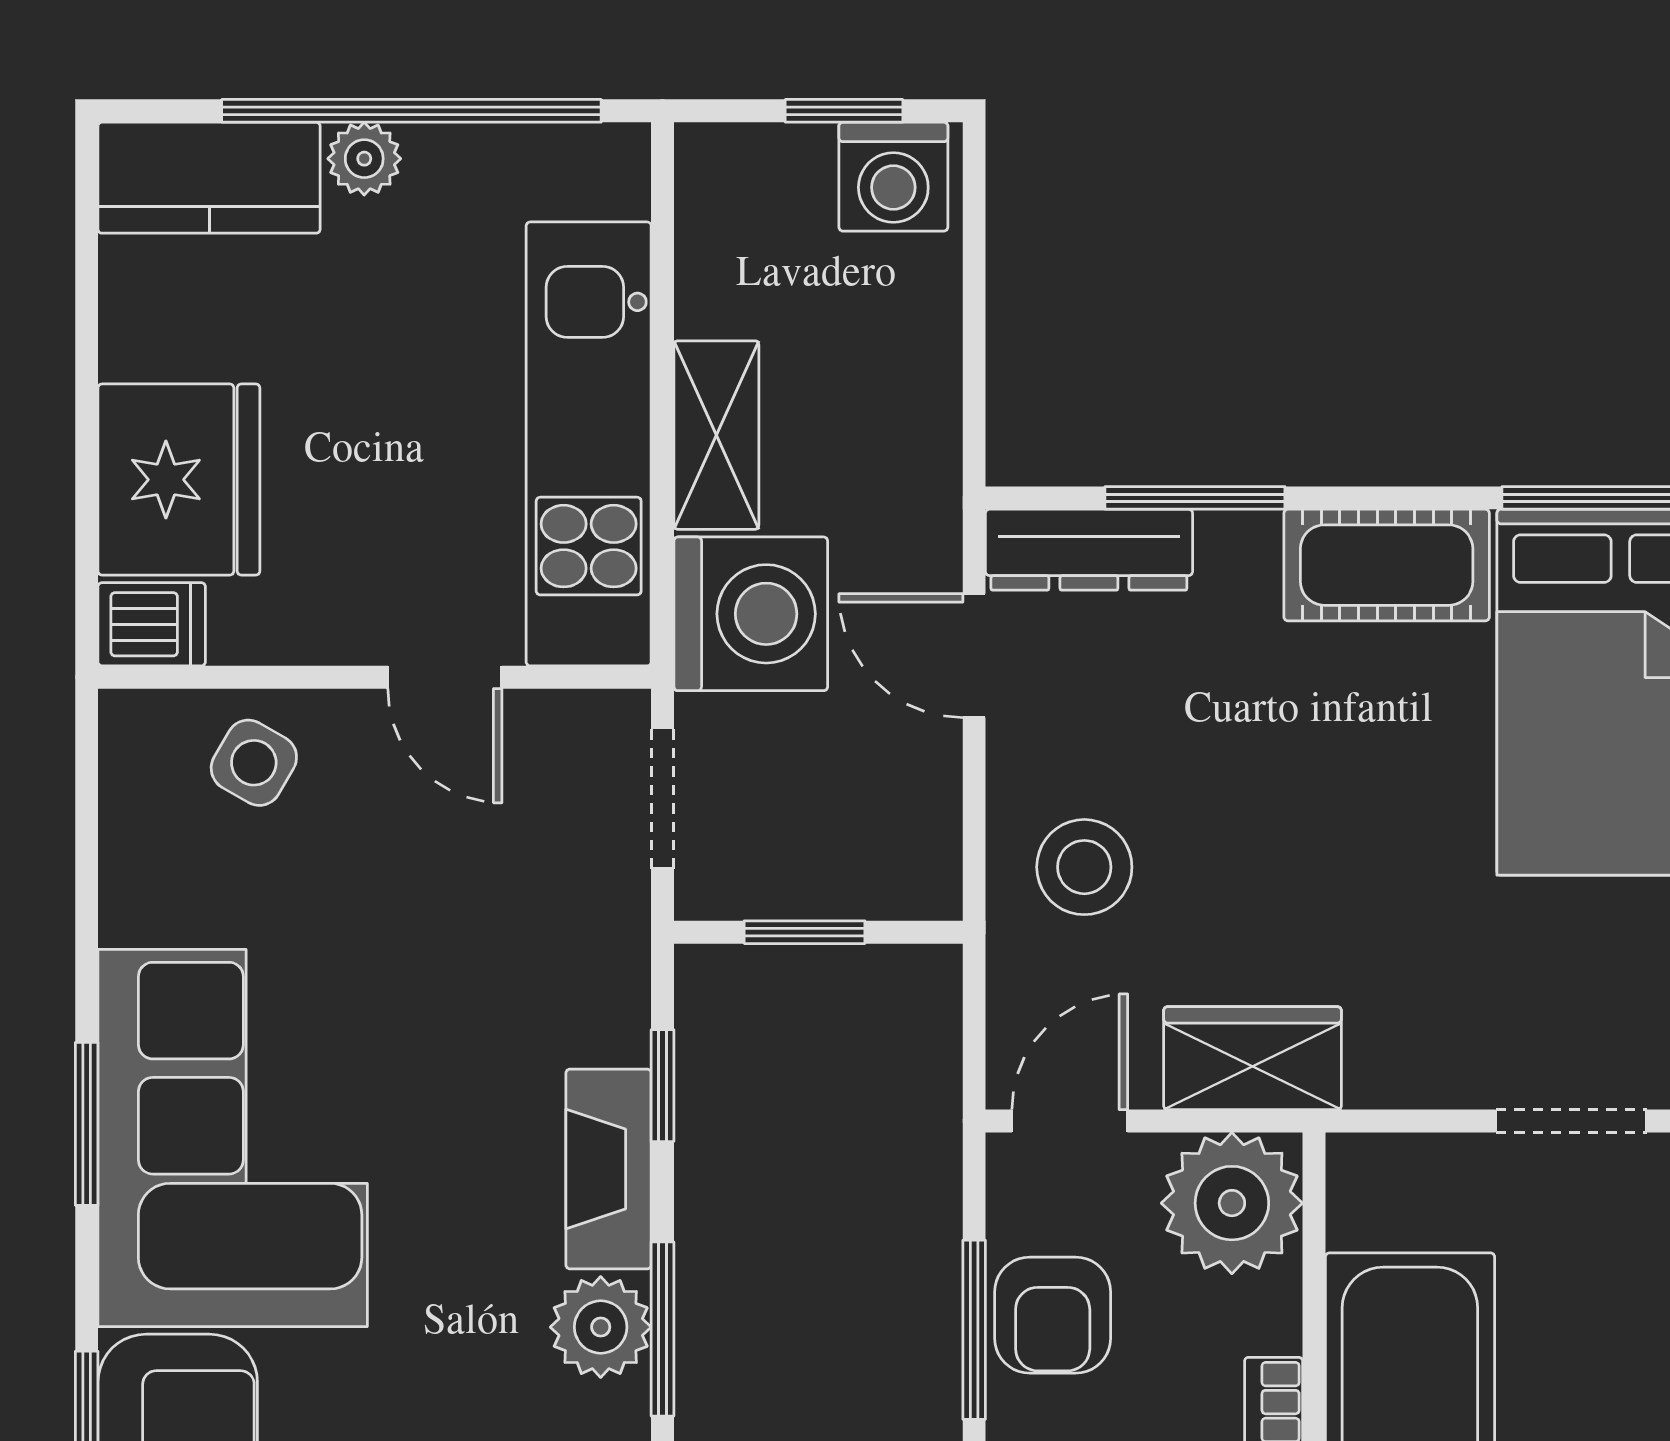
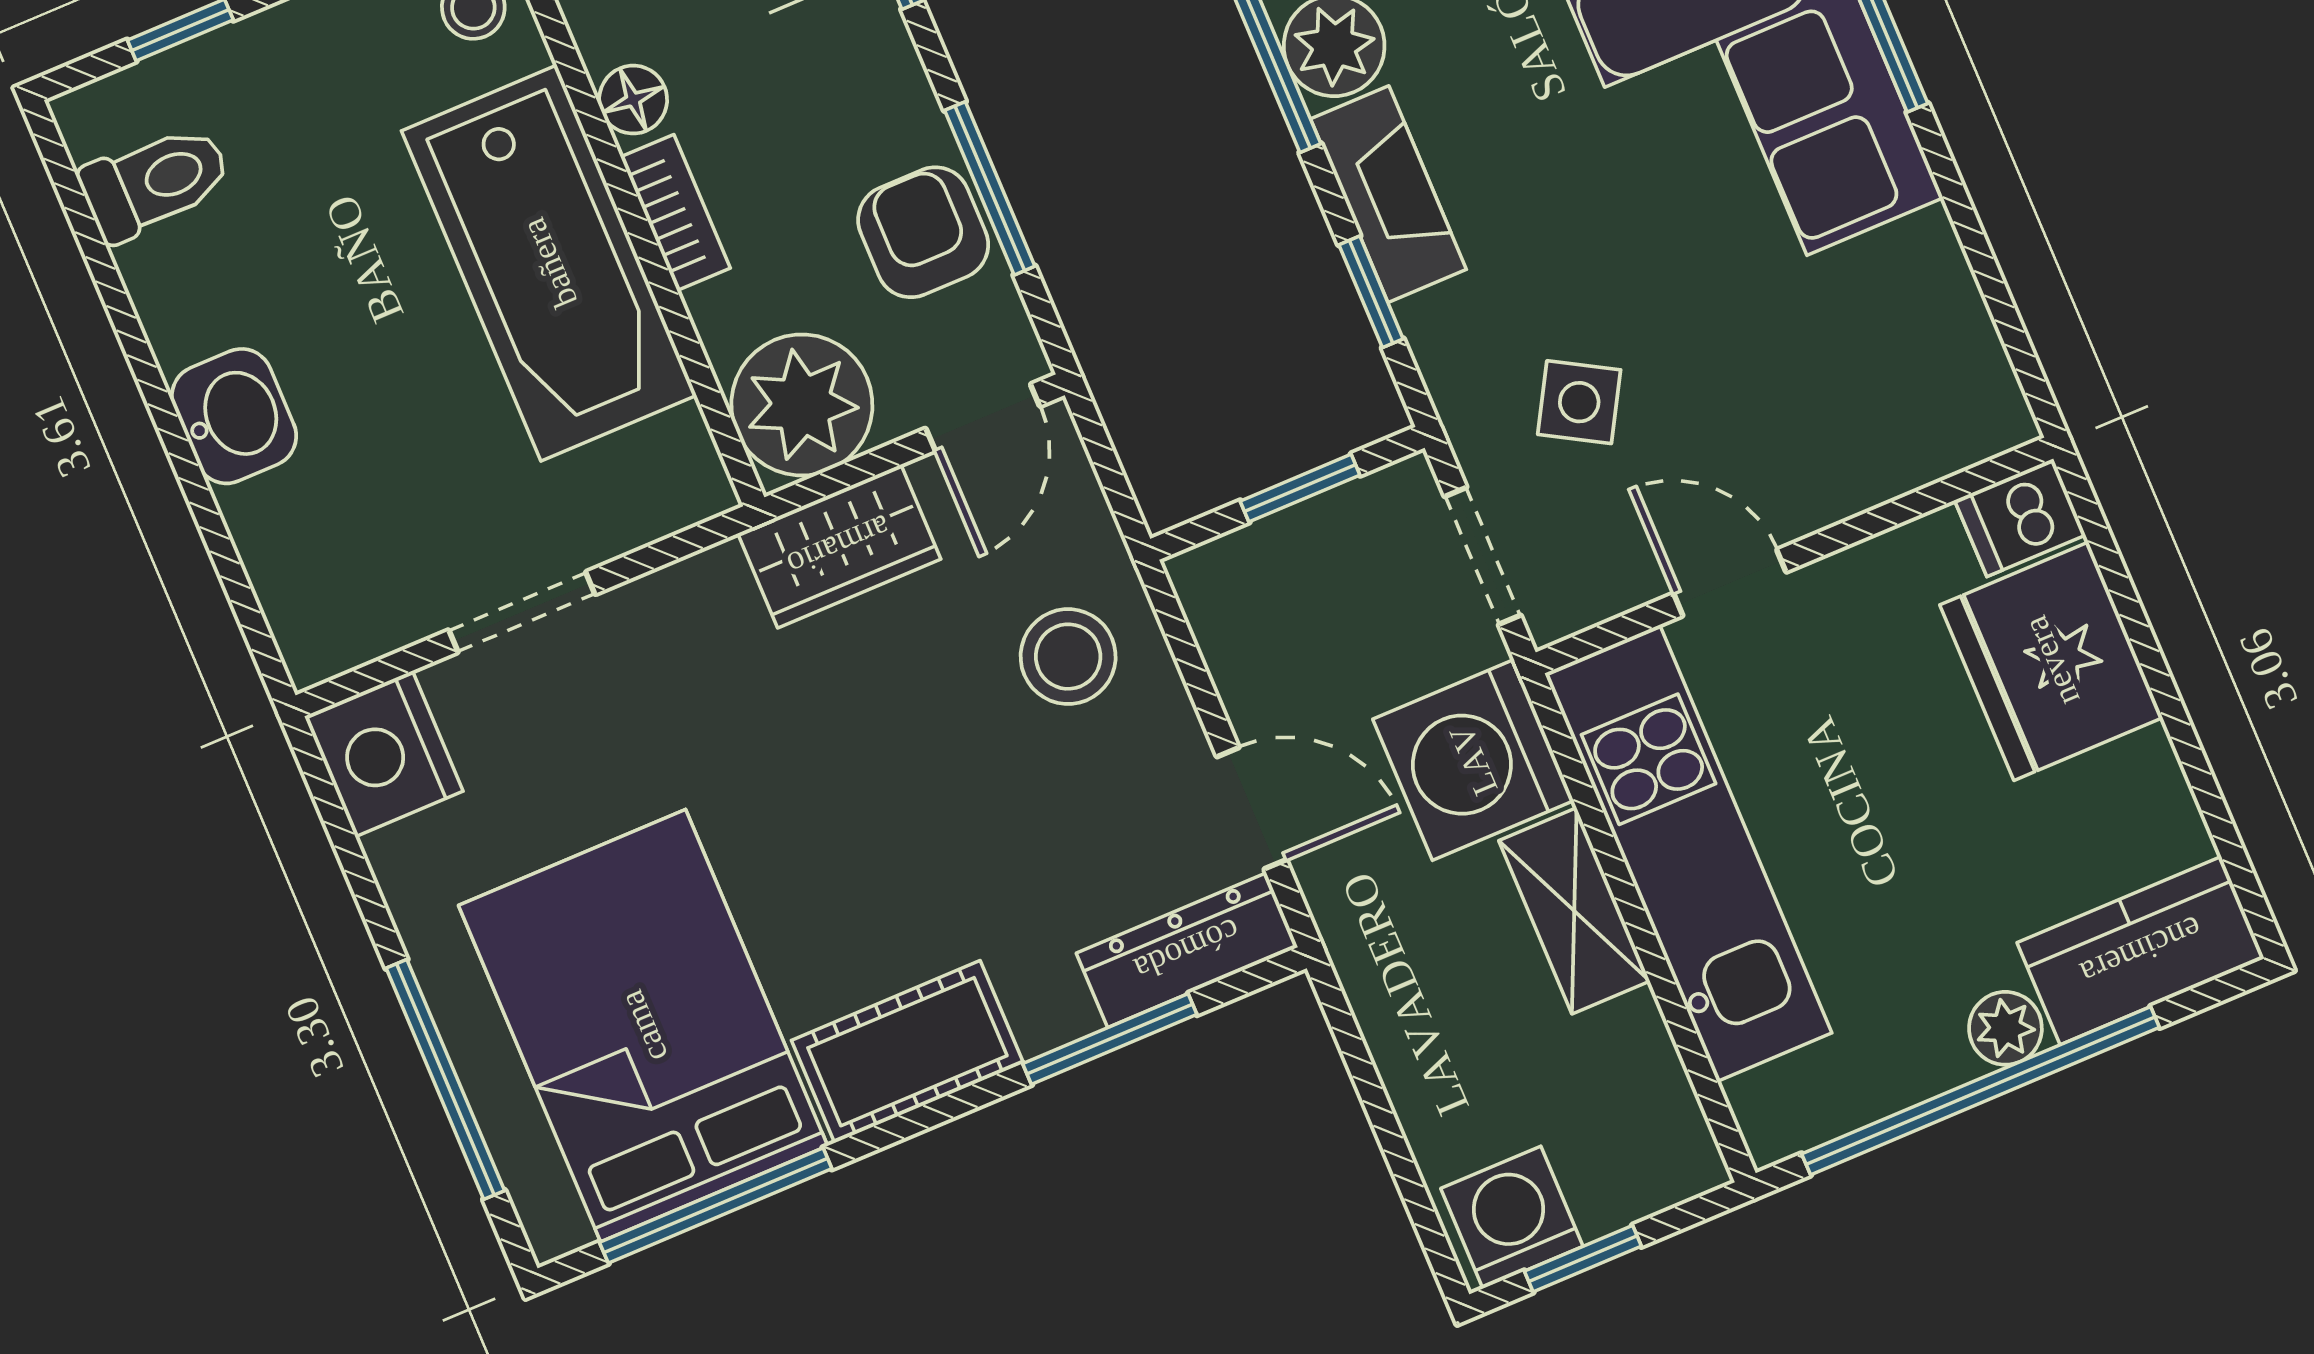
side table: (254, 763) -> (1579, 402), moved

